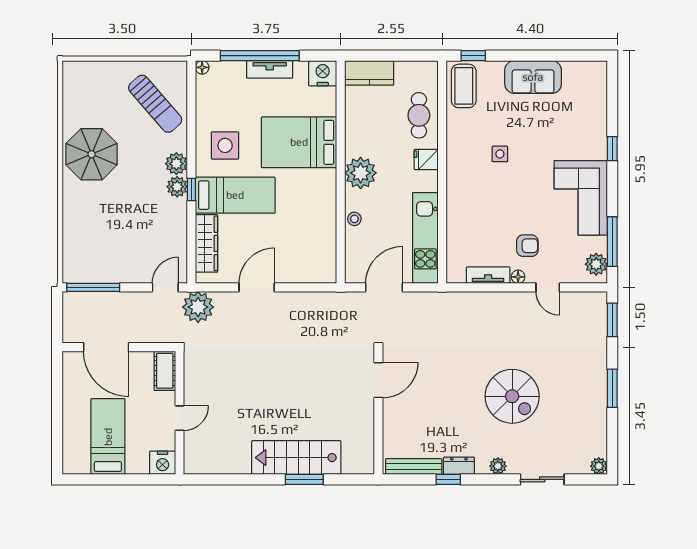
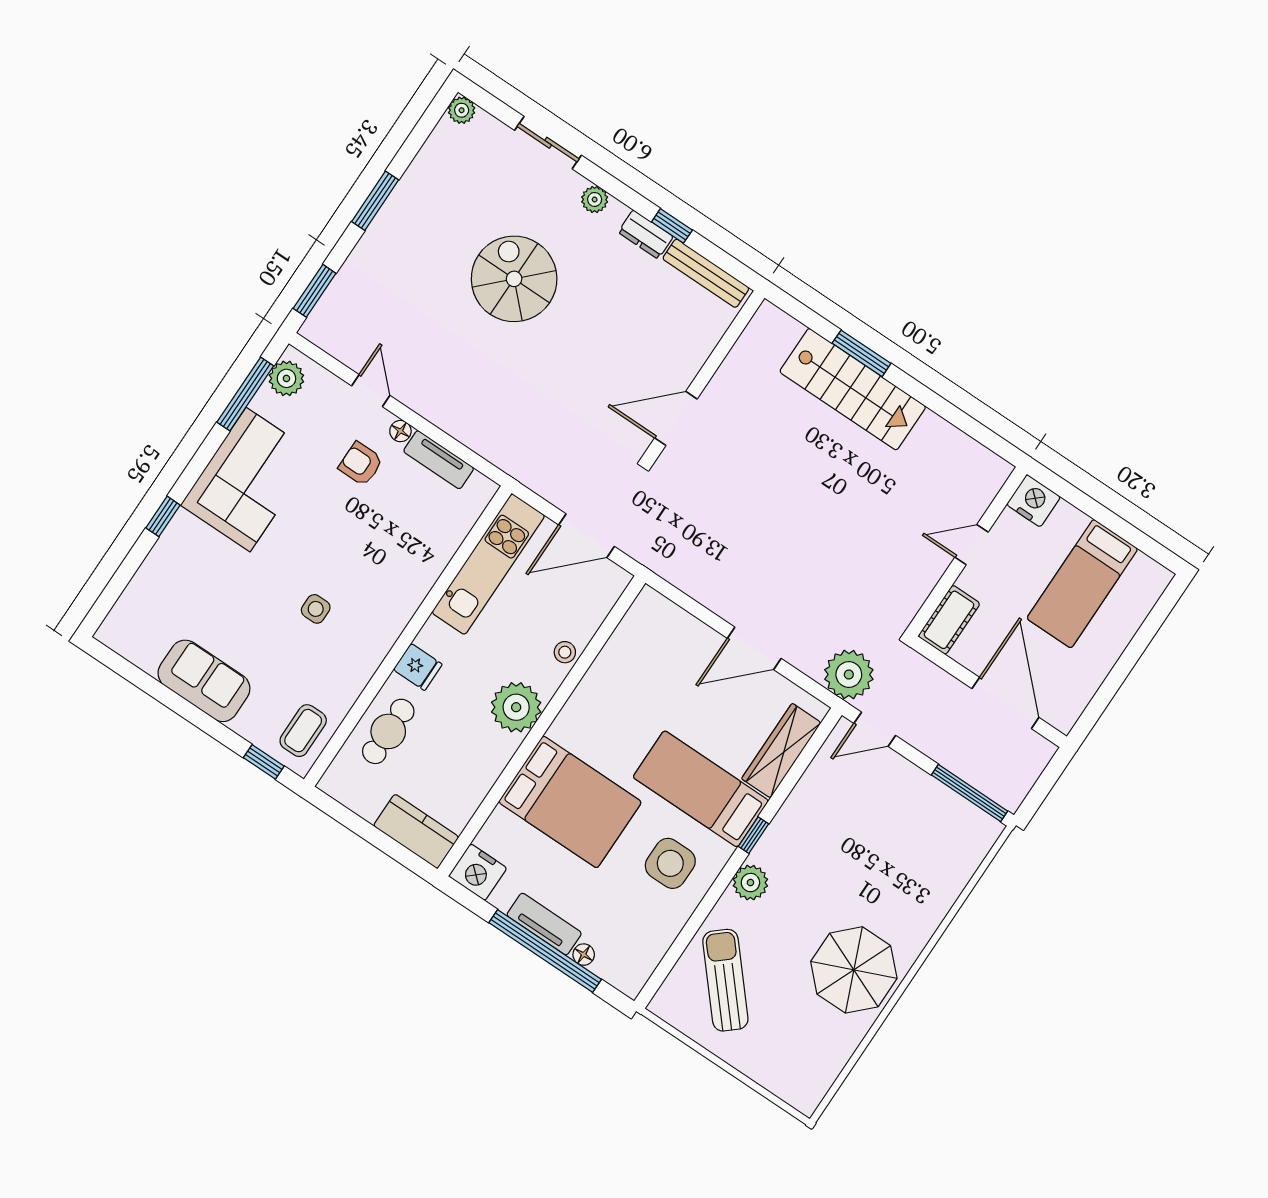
floor lamp: (202, 67) -> (584, 955), moved
coffee table: (464, 86) -> (303, 731), width x0.73, depth x0.77
plant: (177, 187) -> (770, 852), removed

